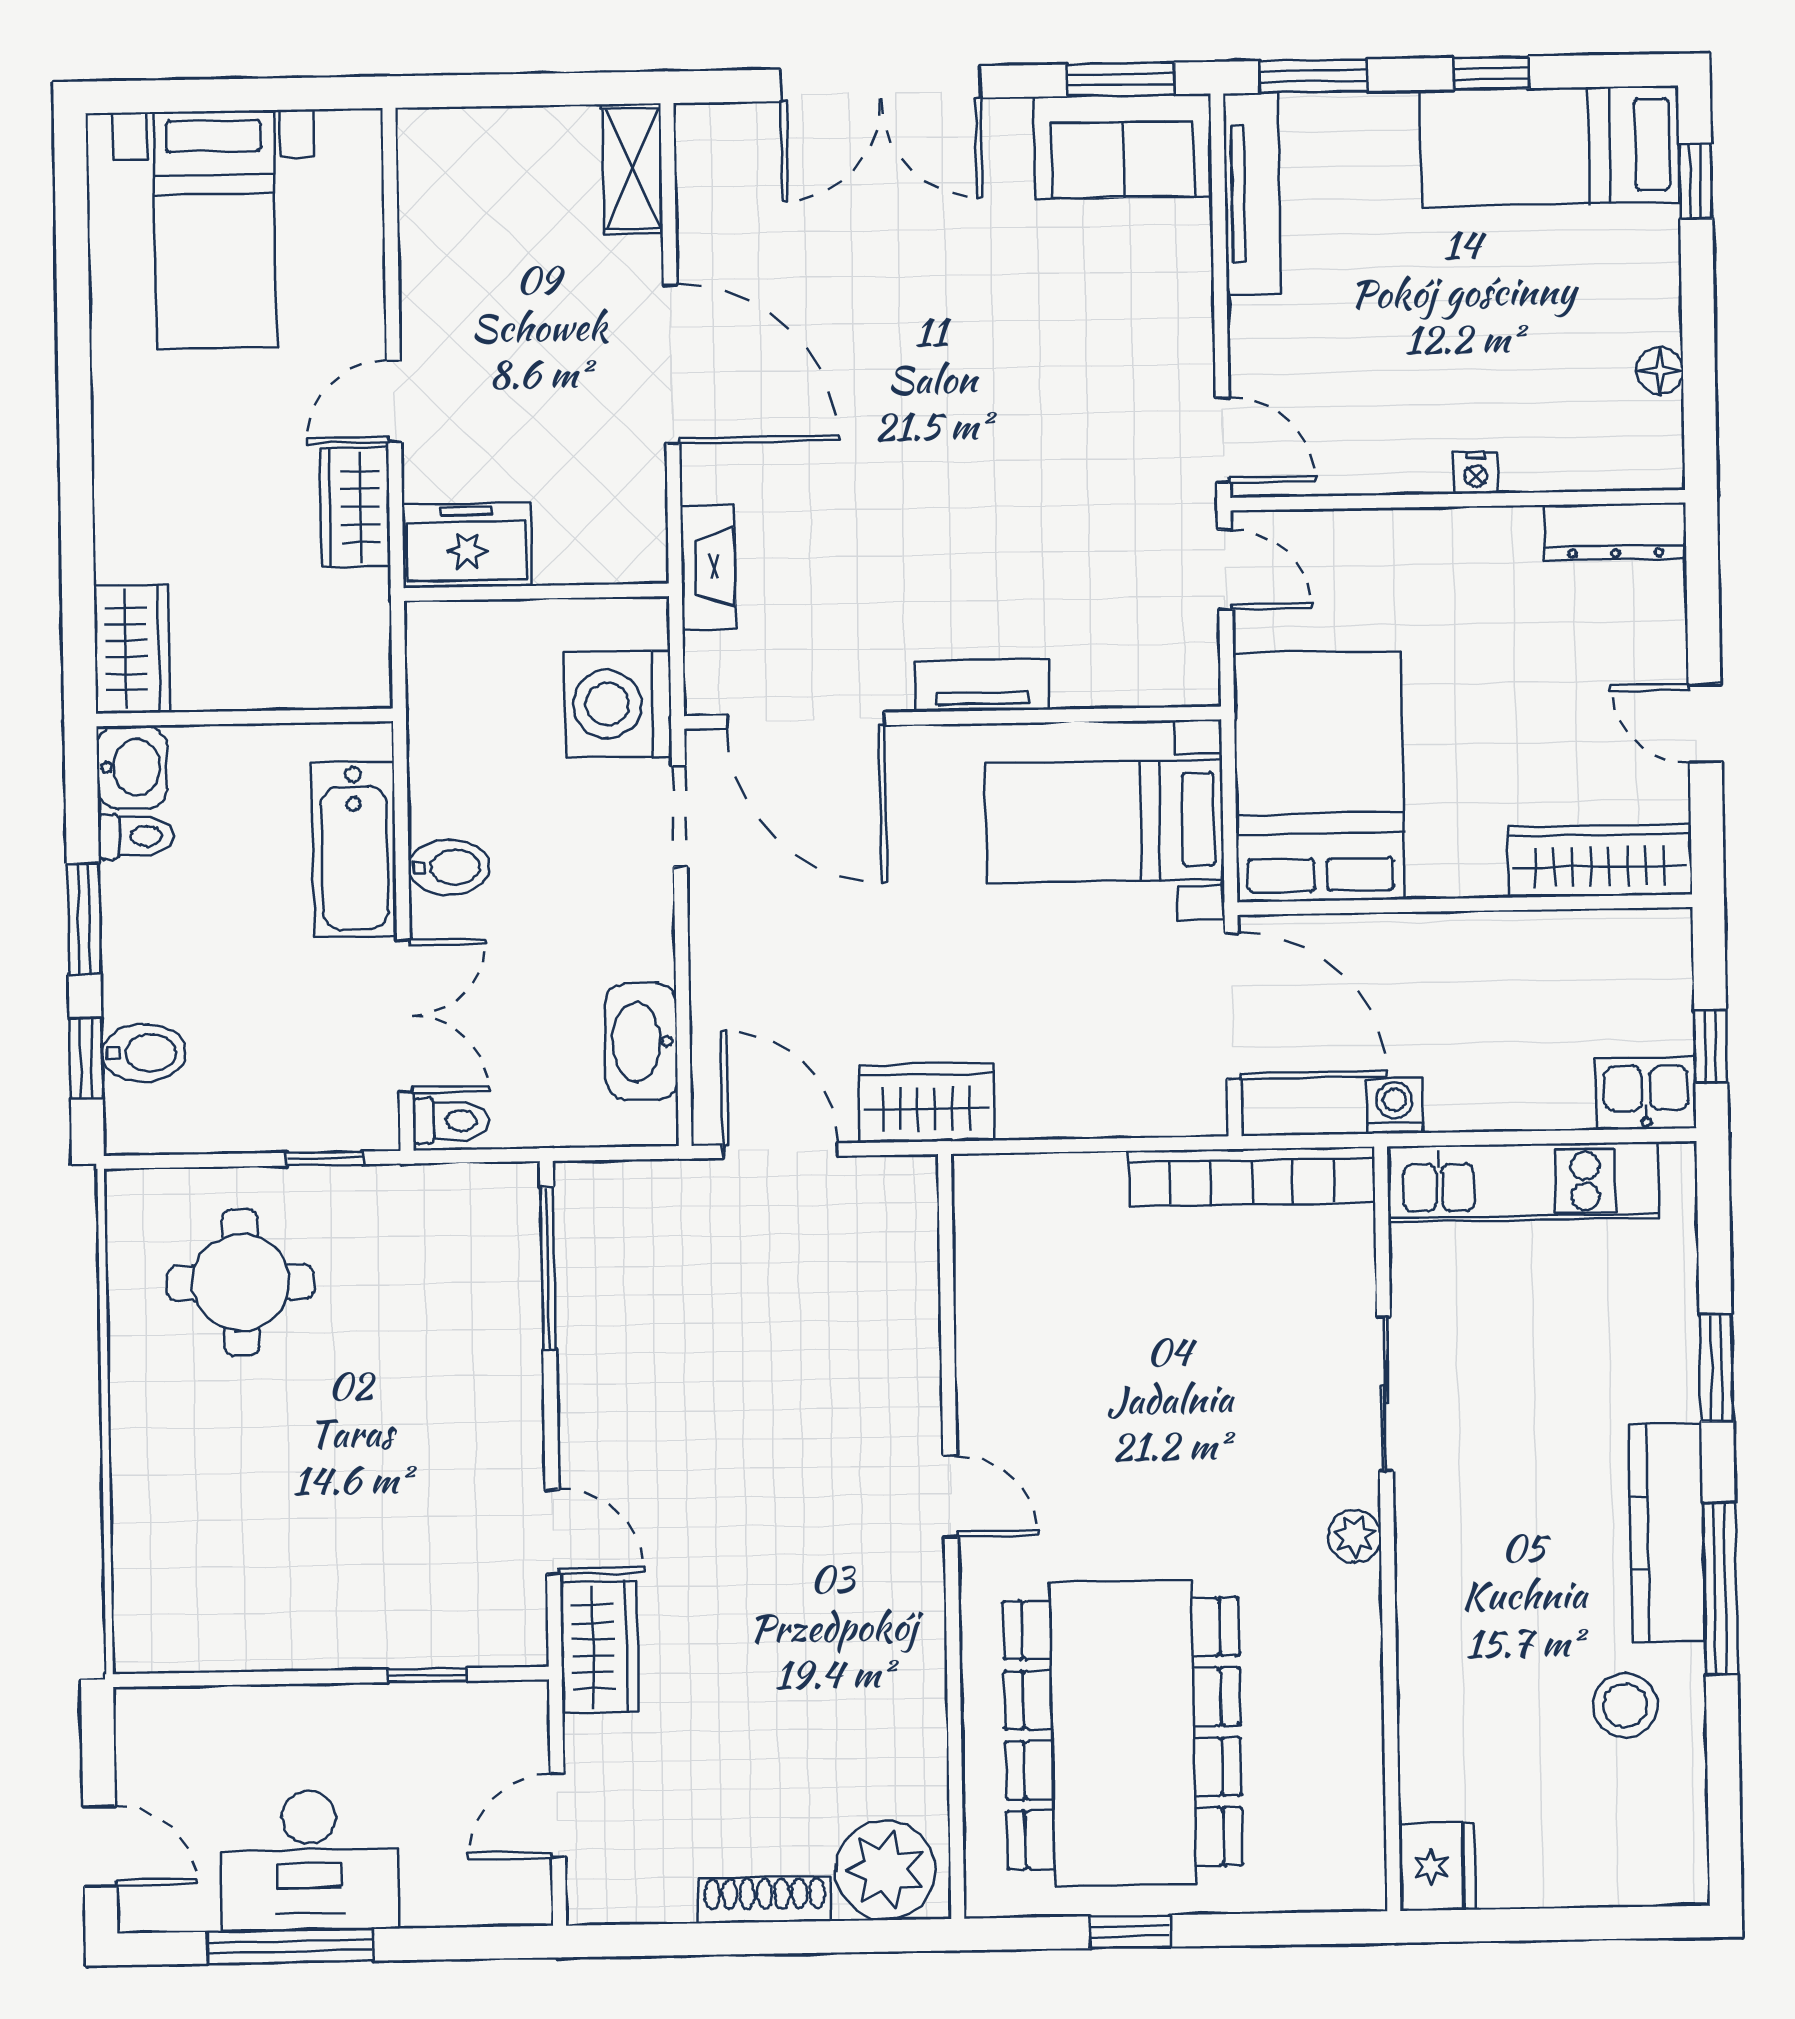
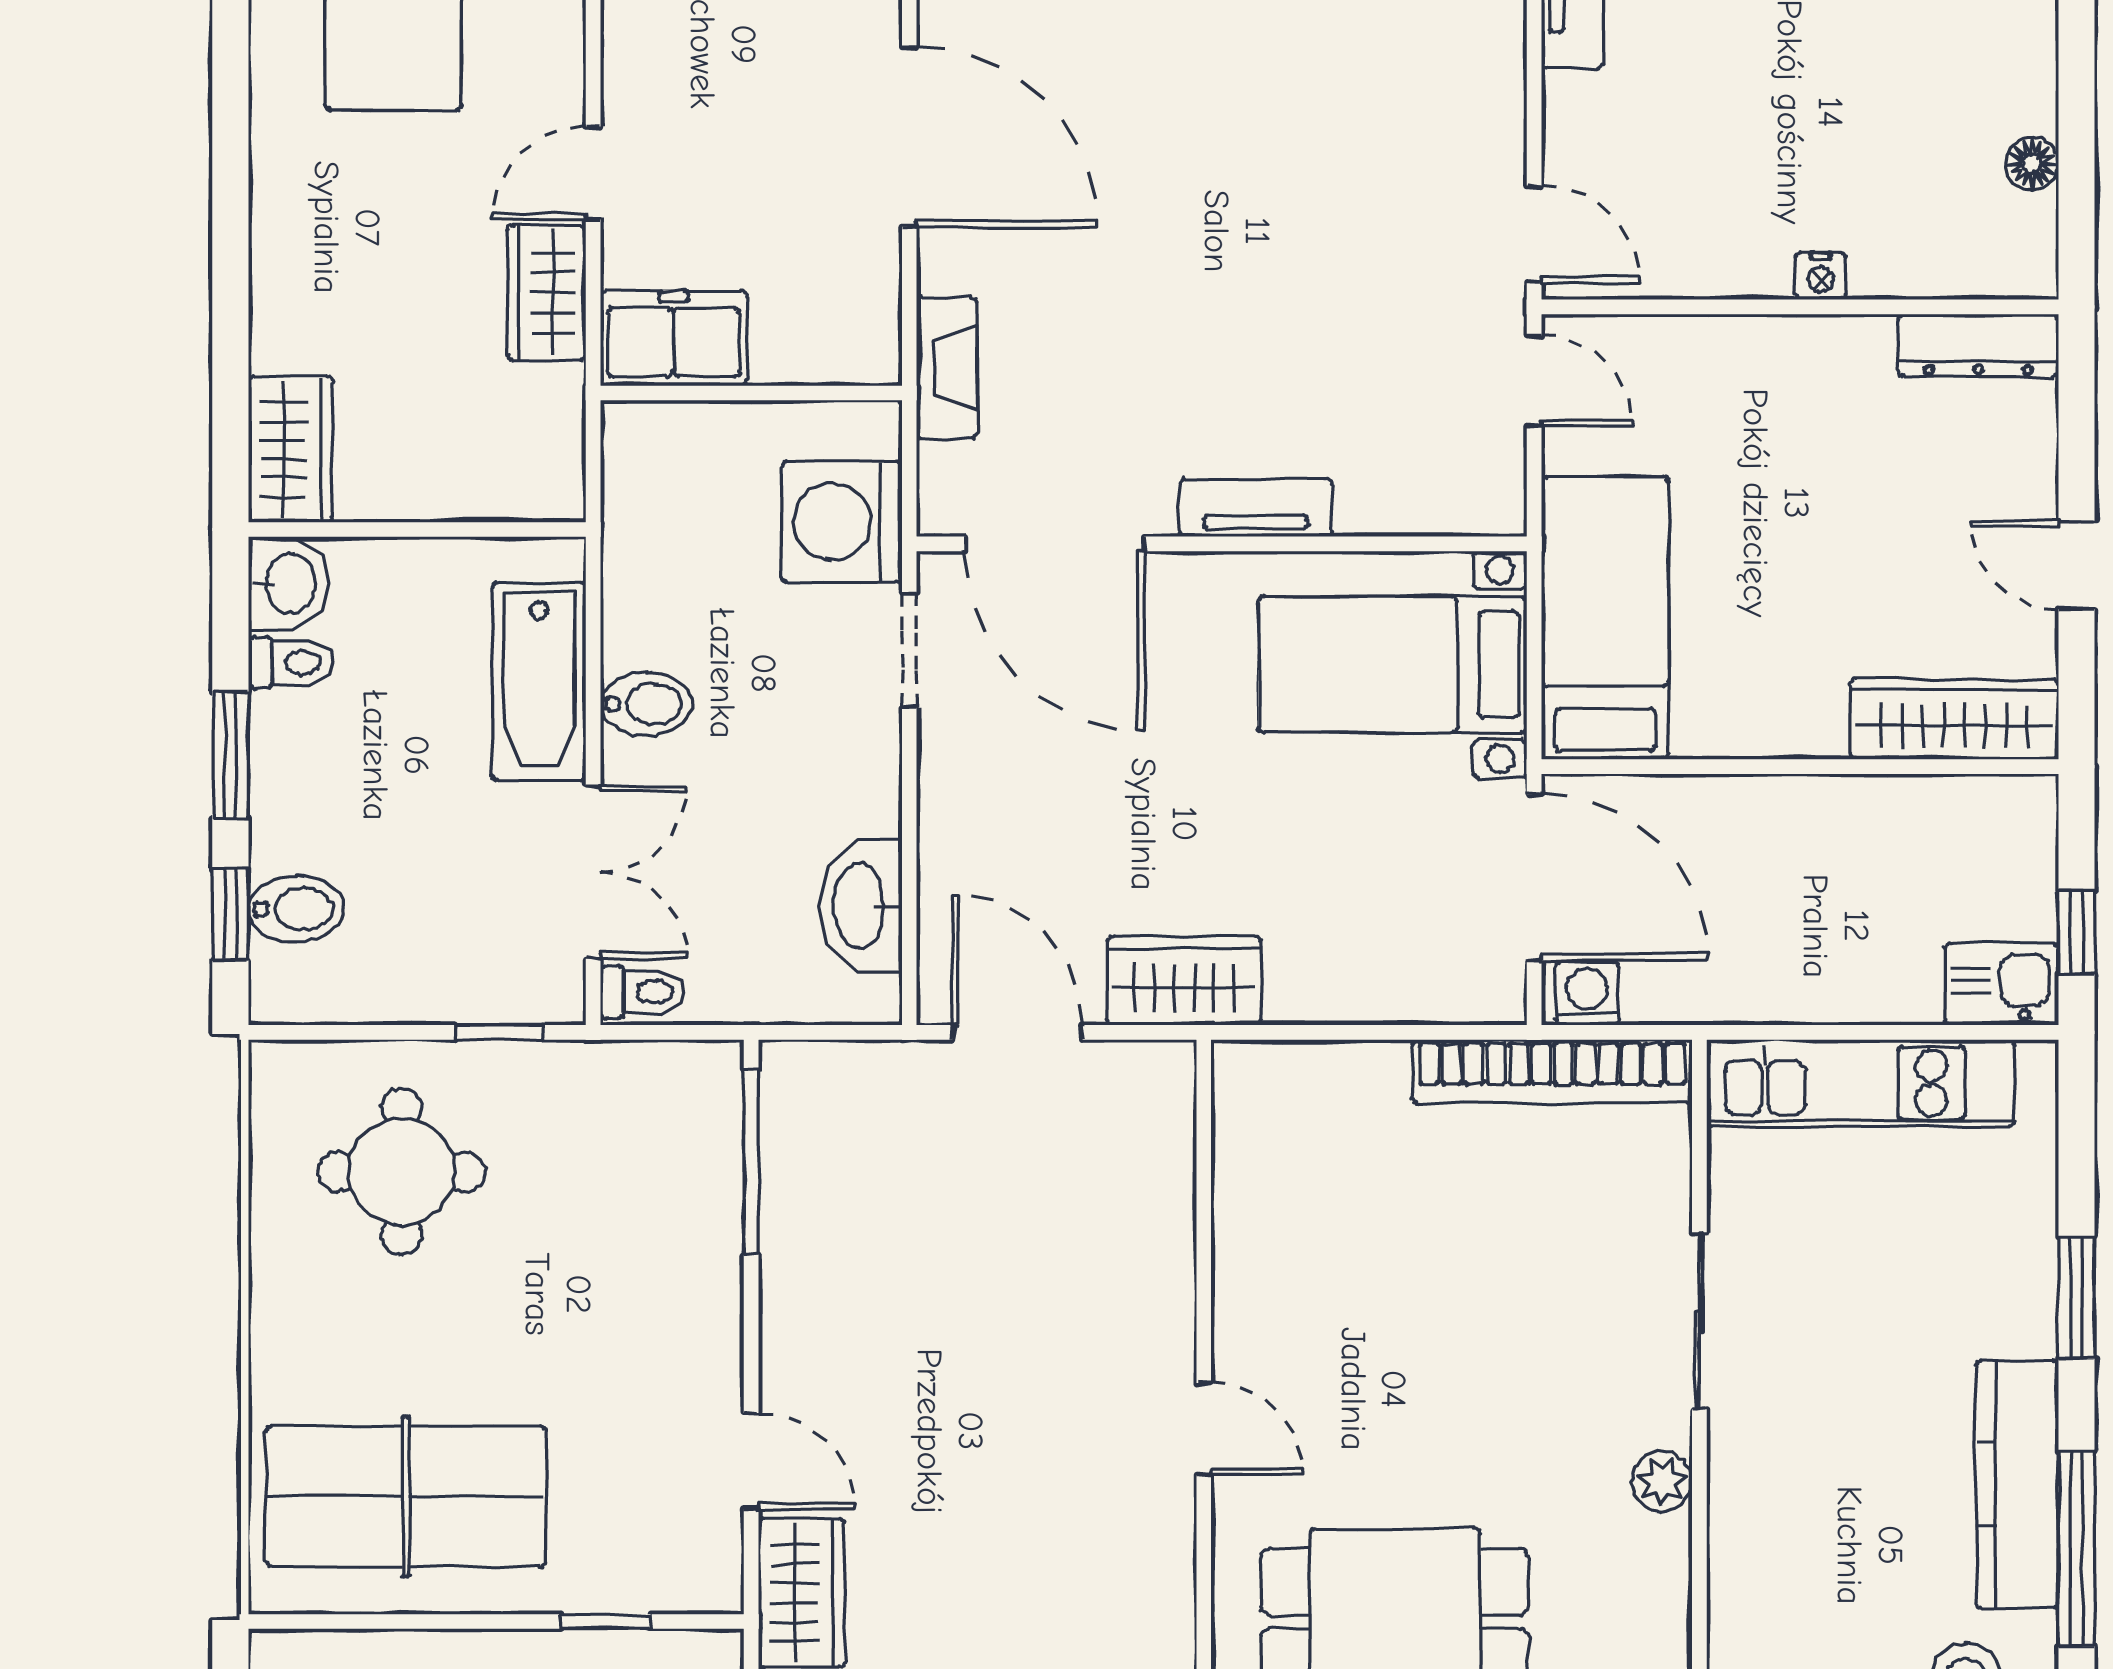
bed: (1319, 776) -> (1605, 618), width x0.67
washing machine: (1395, 1106) -> (1587, 993), moved
table tennis table: (249, 1568) -> (406, 1496), added

